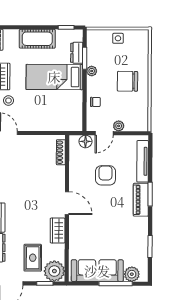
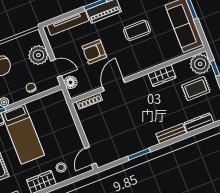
plant: (119, 126) -> (38, 55), width x1.87, depth x1.87
door: (67, 203) -> (114, 85), moved
coffee table: (110, 224) -> (137, 30), added

